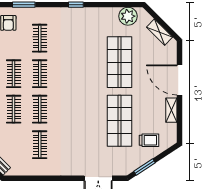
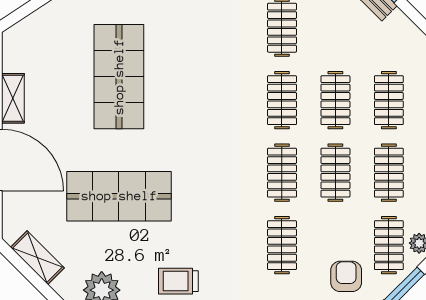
shop shelf: (120, 62) -> (119, 196), turned 90
trolley: (149, 140) -> (178, 281), moved

